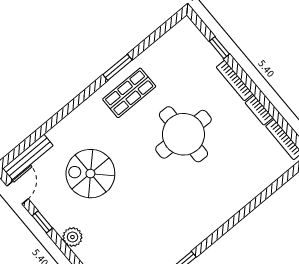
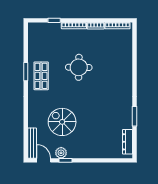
round table: (183, 134) -> (79, 67), width x0.73, depth x0.73
spiral stairs: (90, 174) -> (62, 122), turned 90
plant: (72, 237) -> (61, 153), moved

